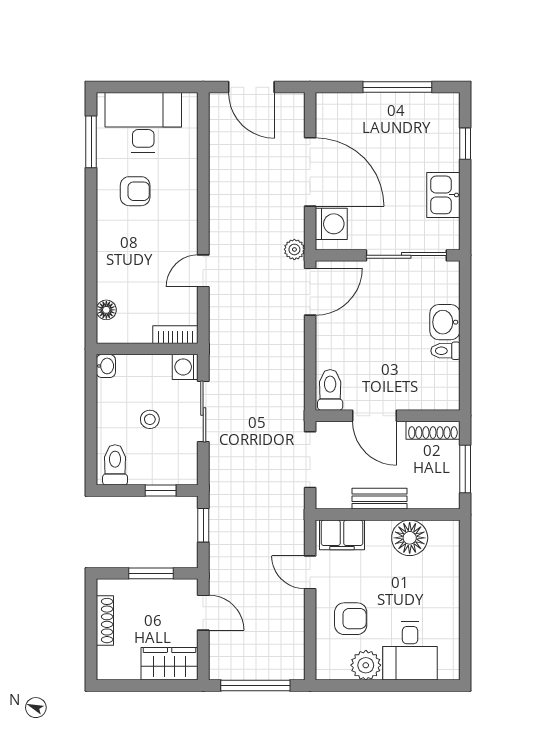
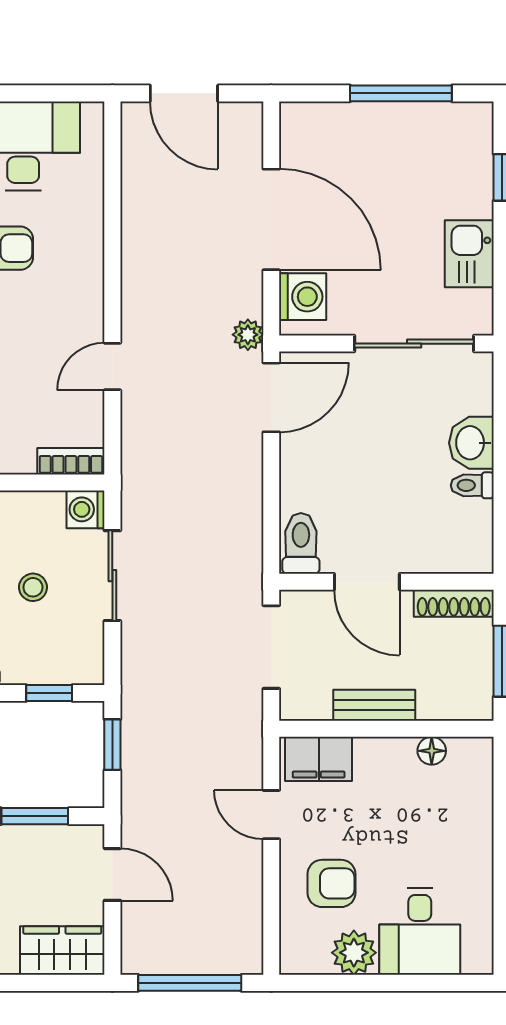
floor lamp: (410, 538) -> (432, 751), width x0.53, depth x0.53

